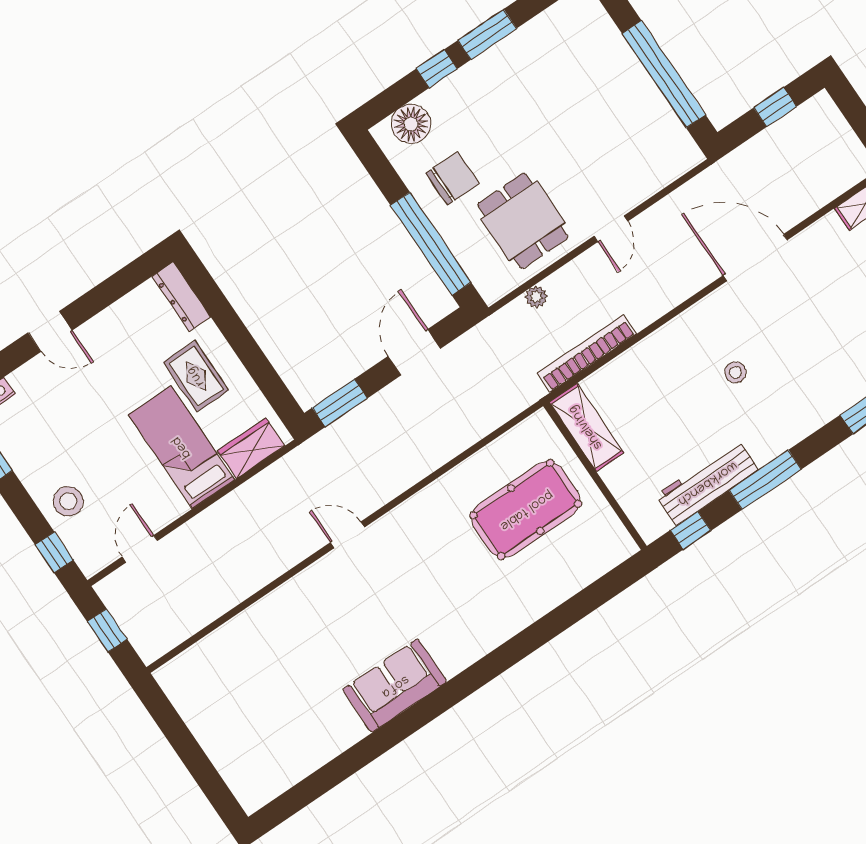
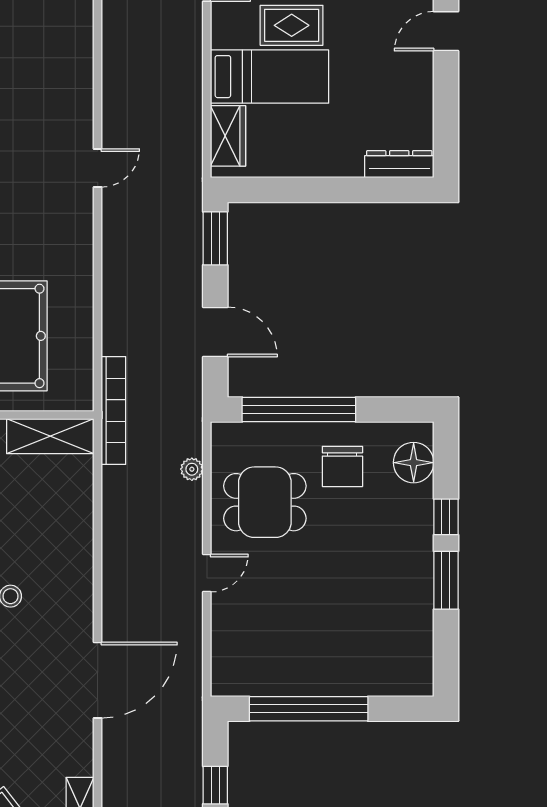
door: (611, 229) -> (207, 573), swing flipped
bookcase: (587, 354) -> (113, 411), moved
rug: (196, 376) -> (292, 25), moved

